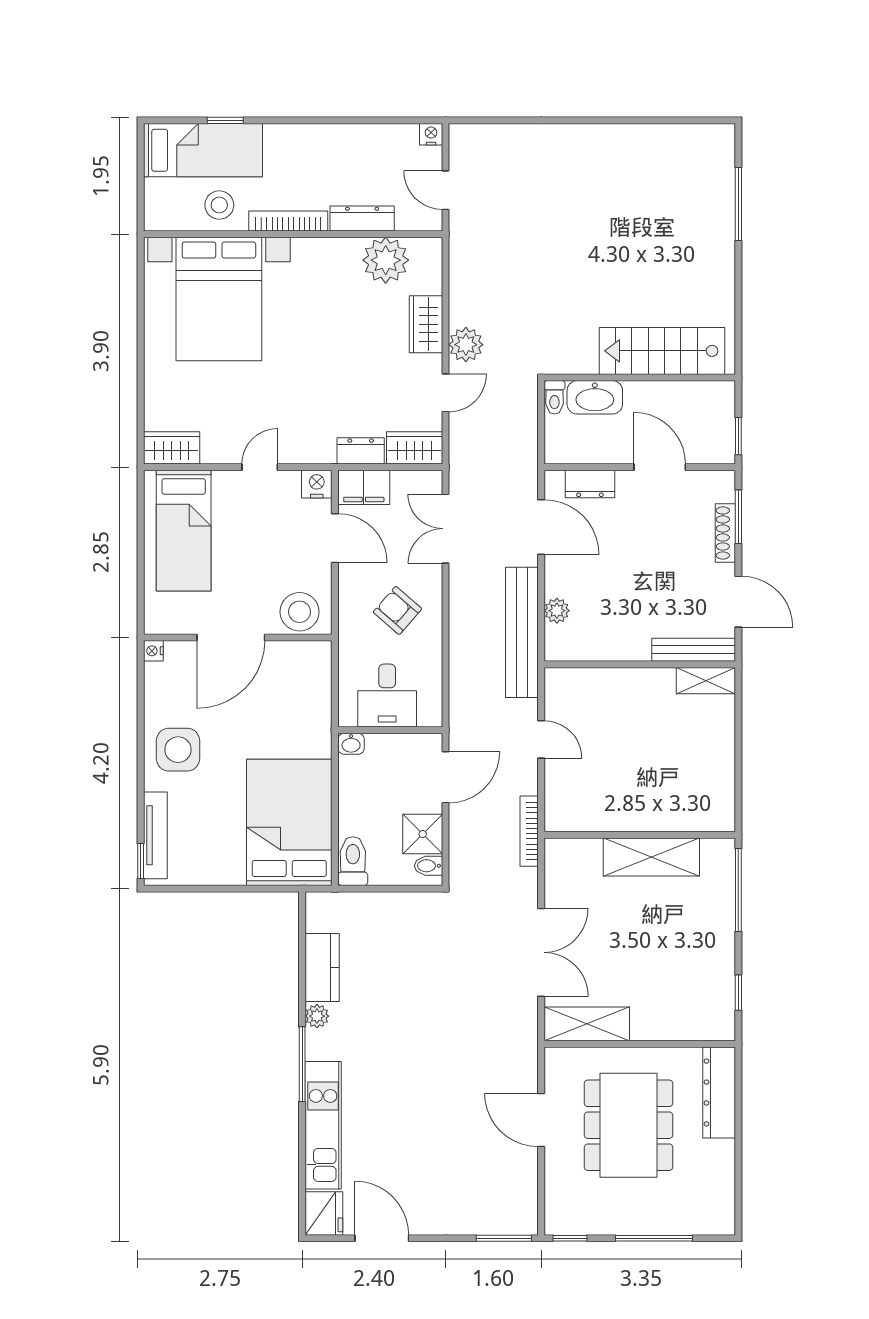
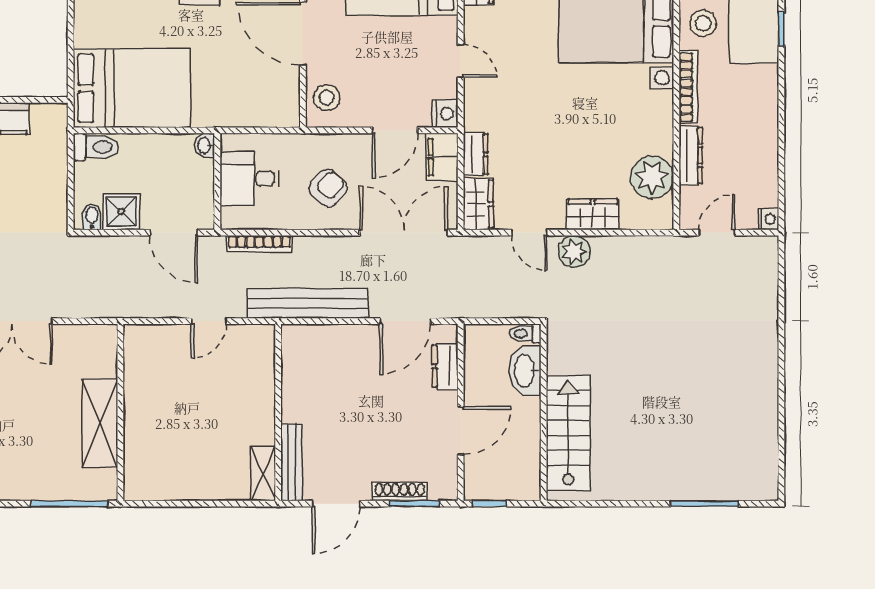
double door: (446, 529) -> (404, 233), width x1.37
plant: (557, 611) -> (328, 336), removed
stool: (300, 612) -> (327, 98), width x0.73, depth x0.73
bookcase: (529, 831) -> (259, 244), moved, turned 180

